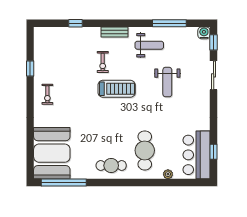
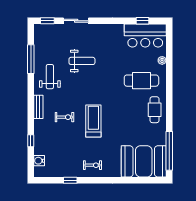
water cooler: (204, 33) -> (39, 161), moved
treadmill: (117, 89) -> (93, 121), moved

